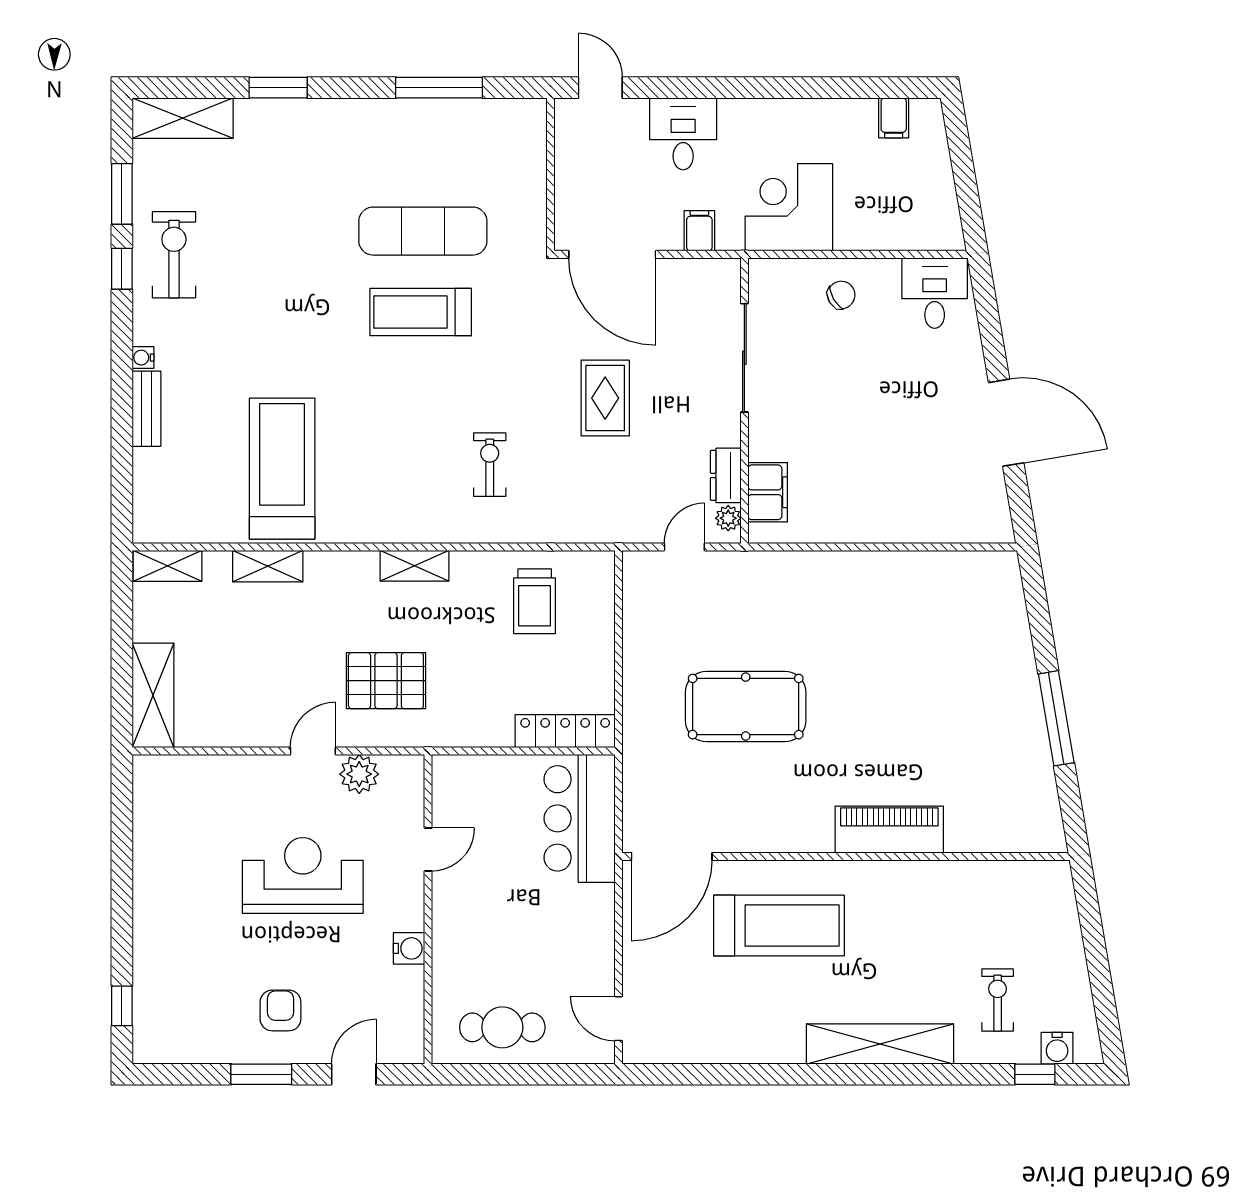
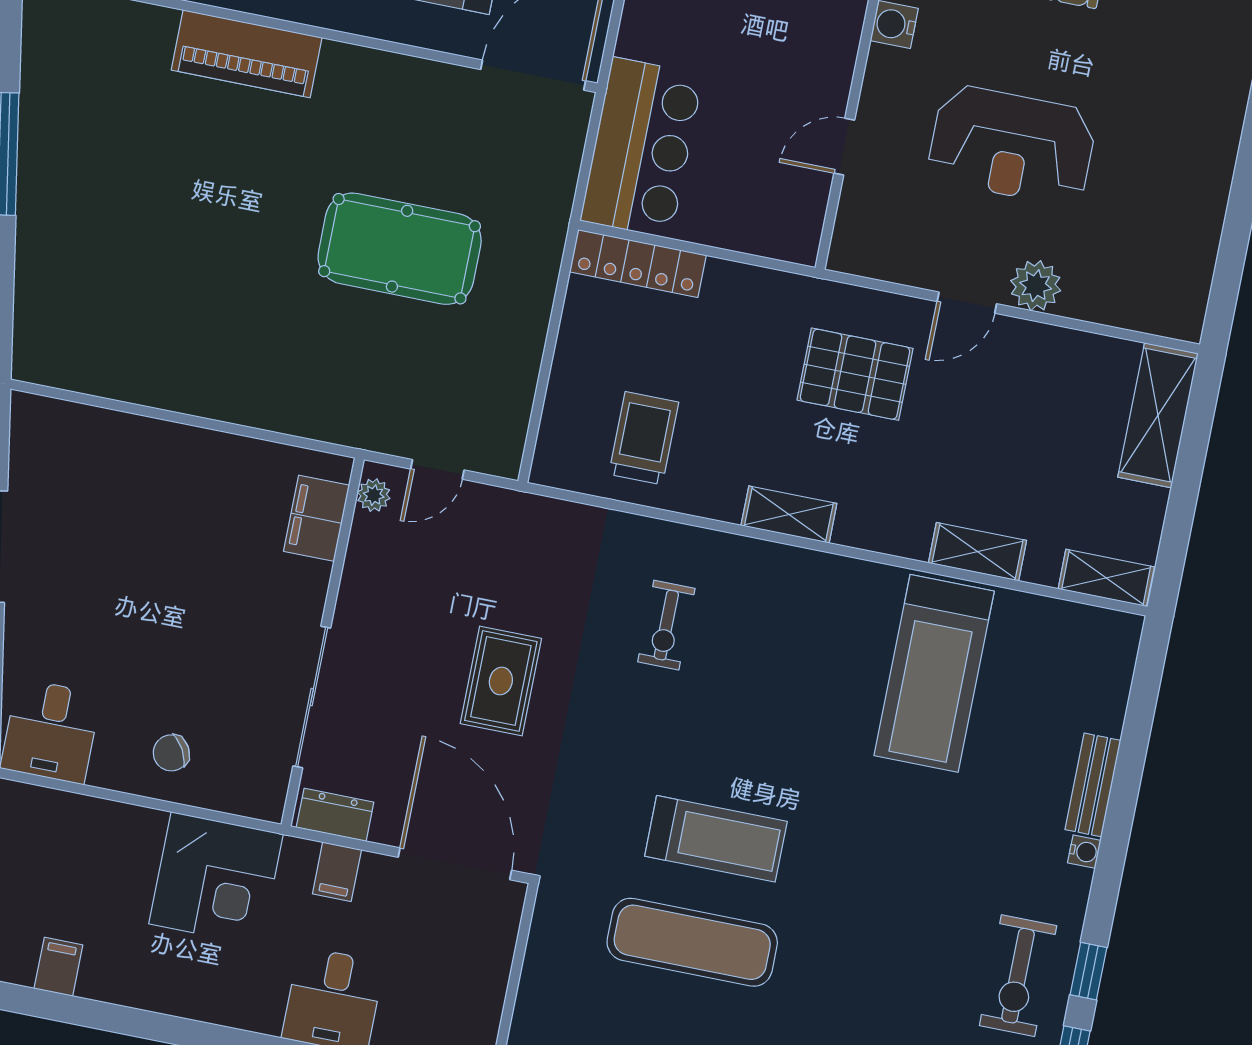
dresser: (726, 475) -> (335, 815), moved, turned -90
plant: (359, 774) -> (1036, 286), moved

